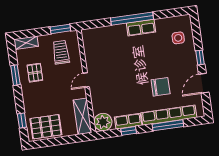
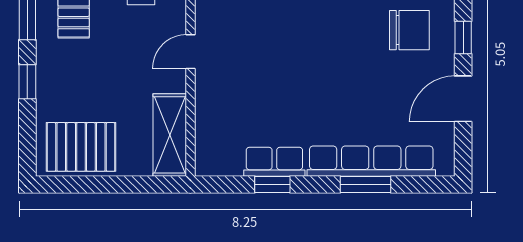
chair: (161, 87) -> (409, 30), moved
window: (22, 121) -> (27, 82), moved
plant: (103, 122) -> (215, 155), removed
window: (168, 125) -> (365, 185), width x0.69

